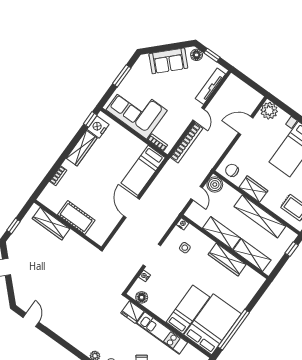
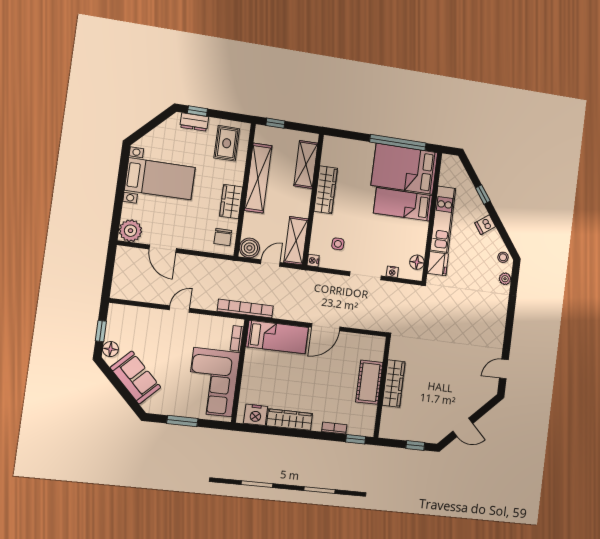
tv unit: (210, 86) -> (139, 313), removed
window: (90, 119) -> (356, 439), moved
bookcase: (186, 143) -> (245, 309), moved
wardrobe: (51, 224) -> (394, 384), moved
shelving: (222, 233) -> (296, 241), moved

